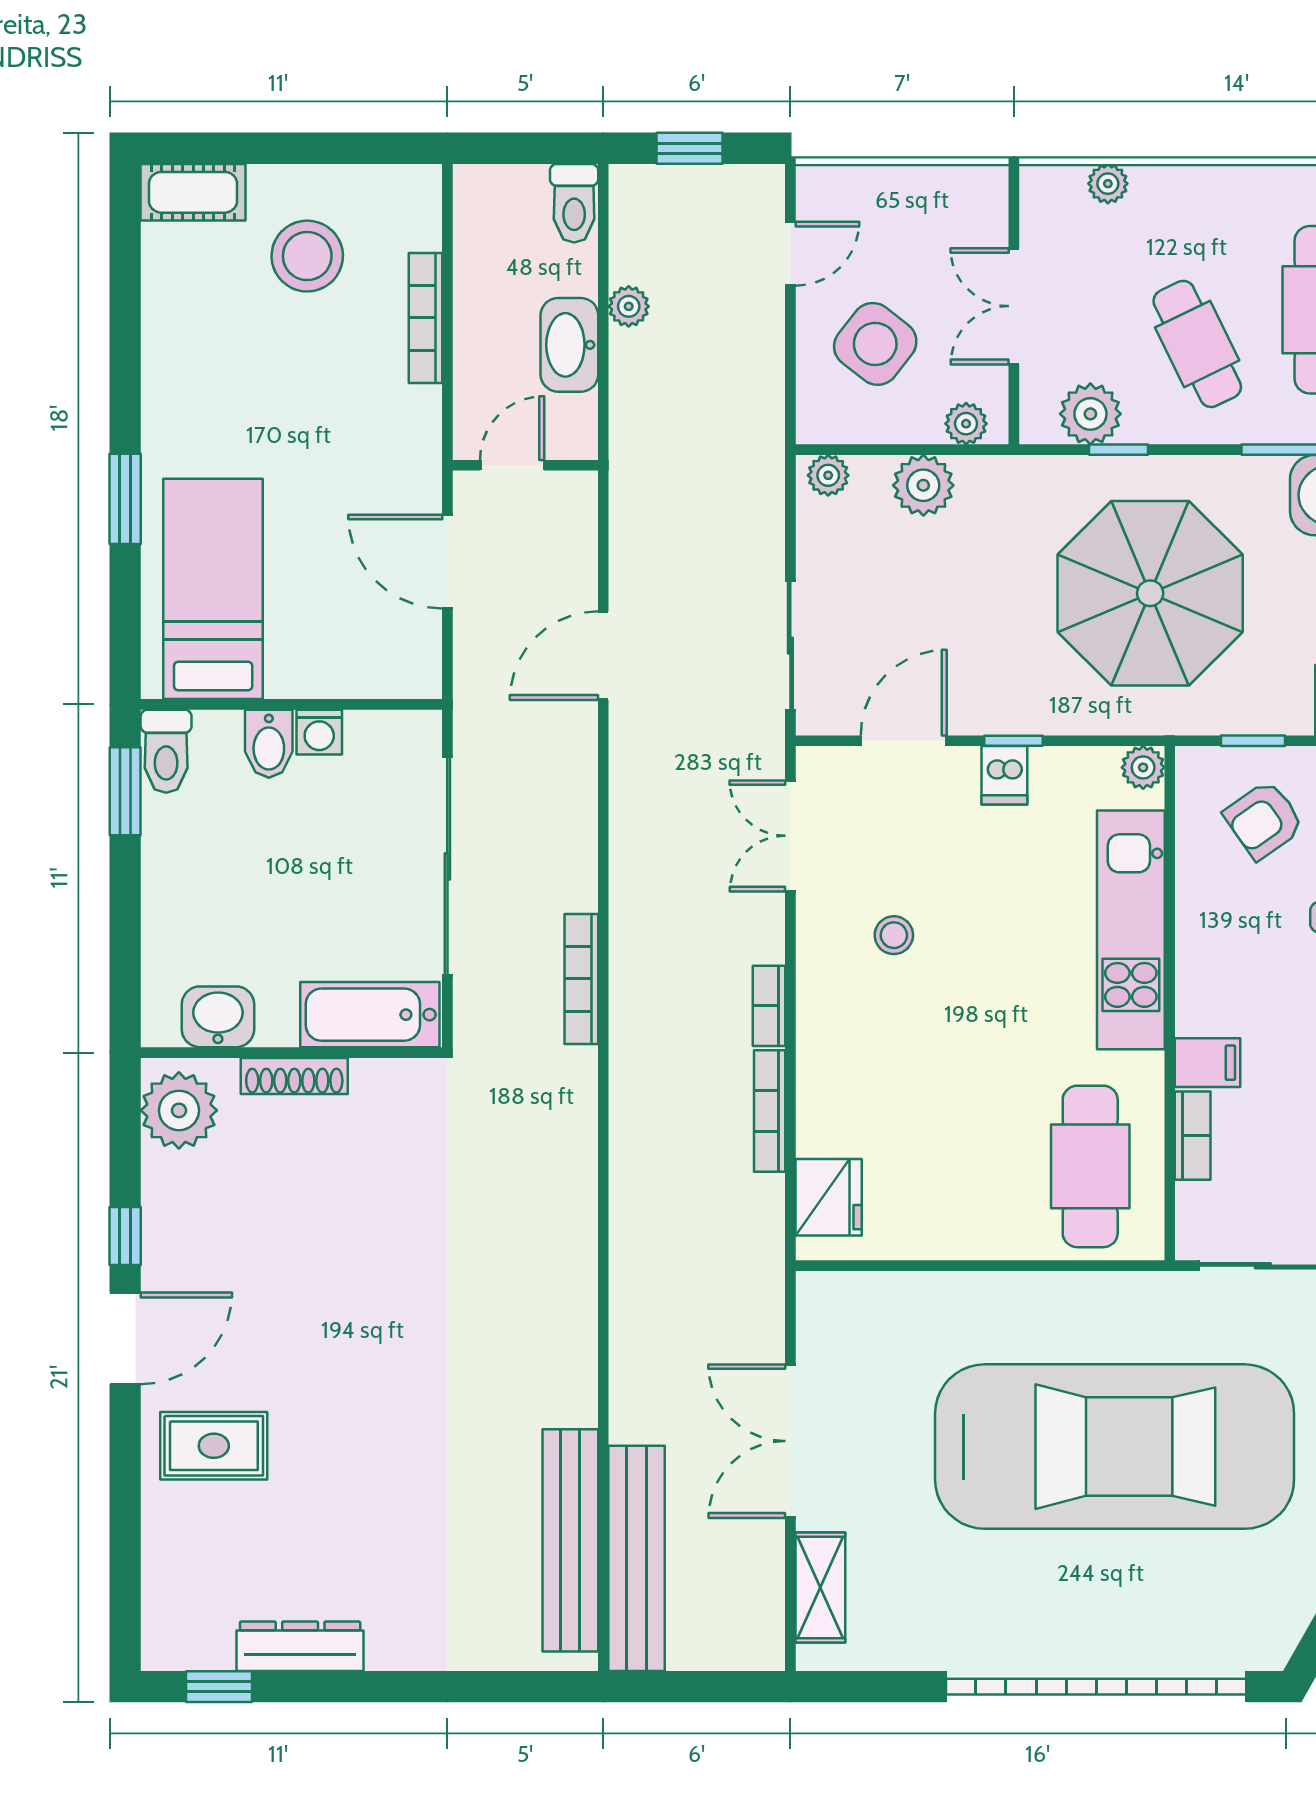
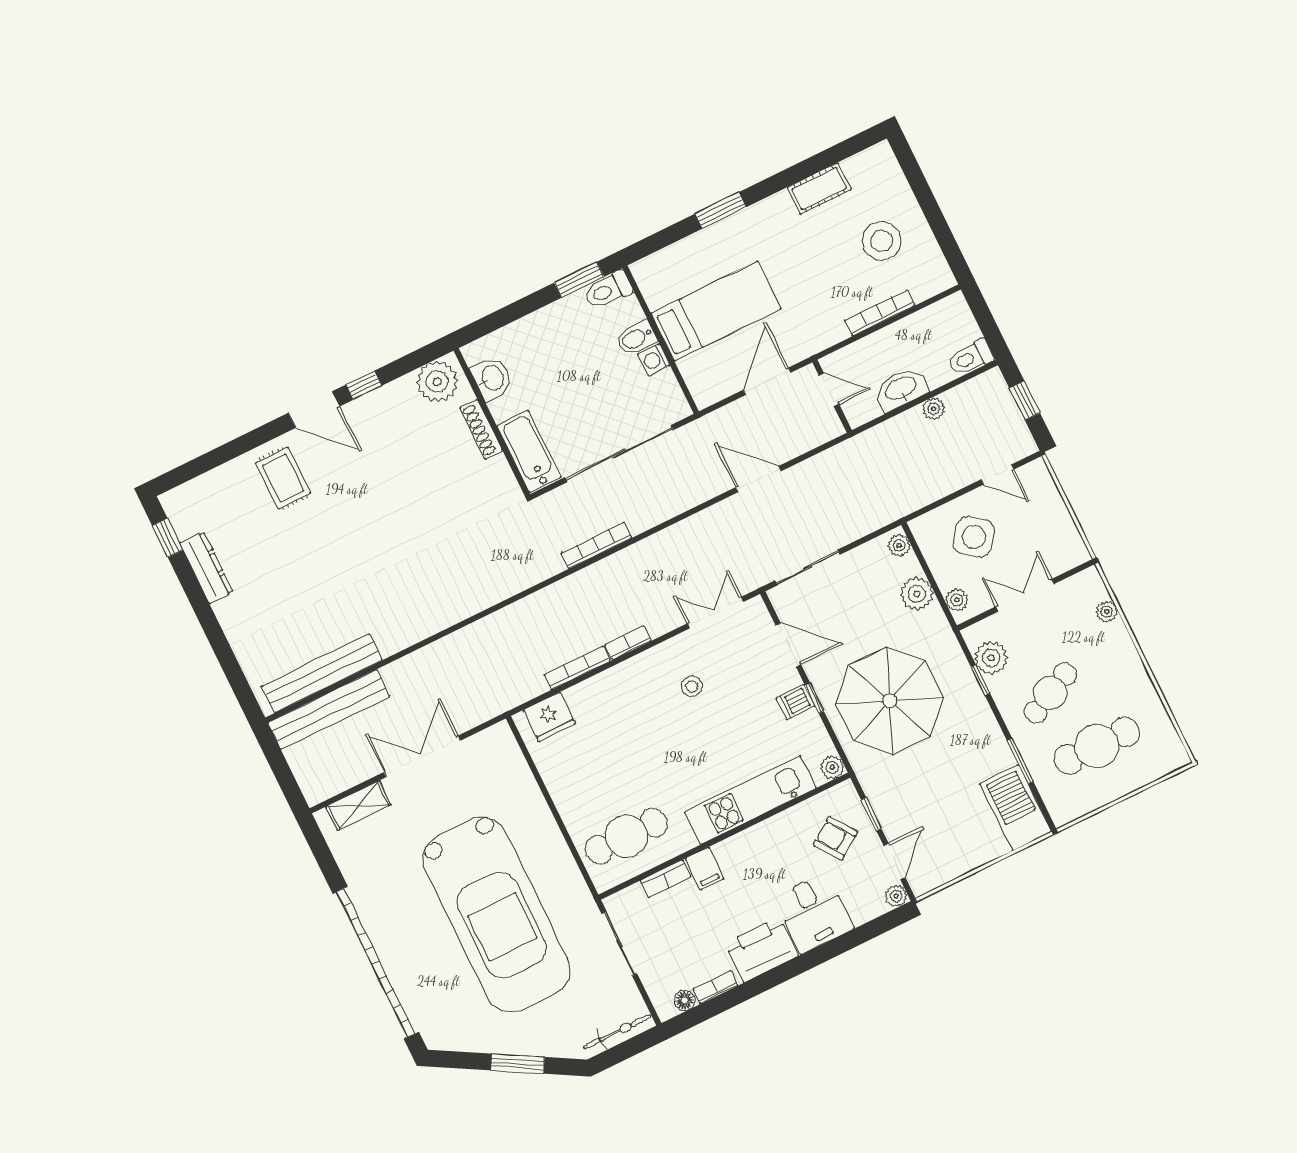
cot: (193, 192) -> (819, 189), moved, turned 90
bed: (213, 589) -> (716, 311), moved
parasol: (1150, 593) -> (890, 701), moved

